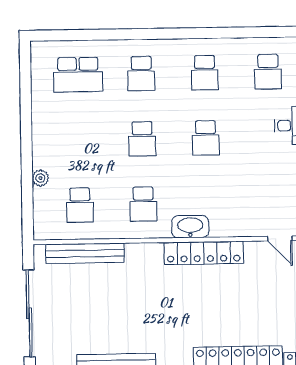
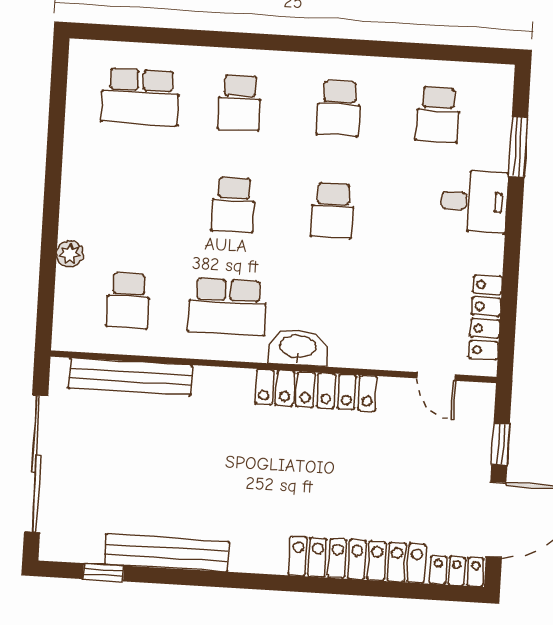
school desk: (143, 204) -> (227, 307), width x1.85

